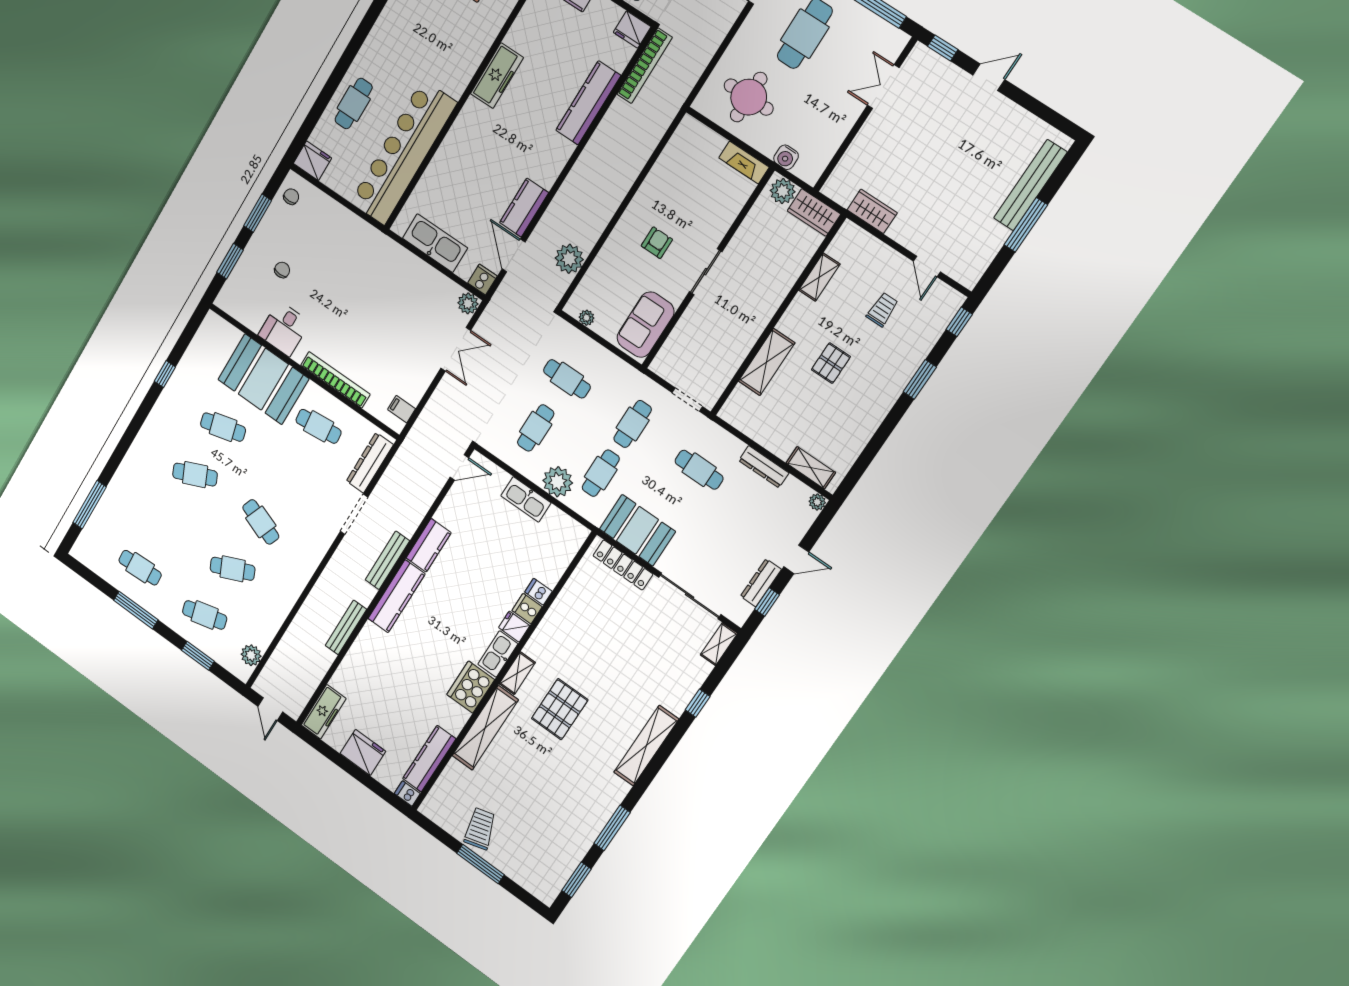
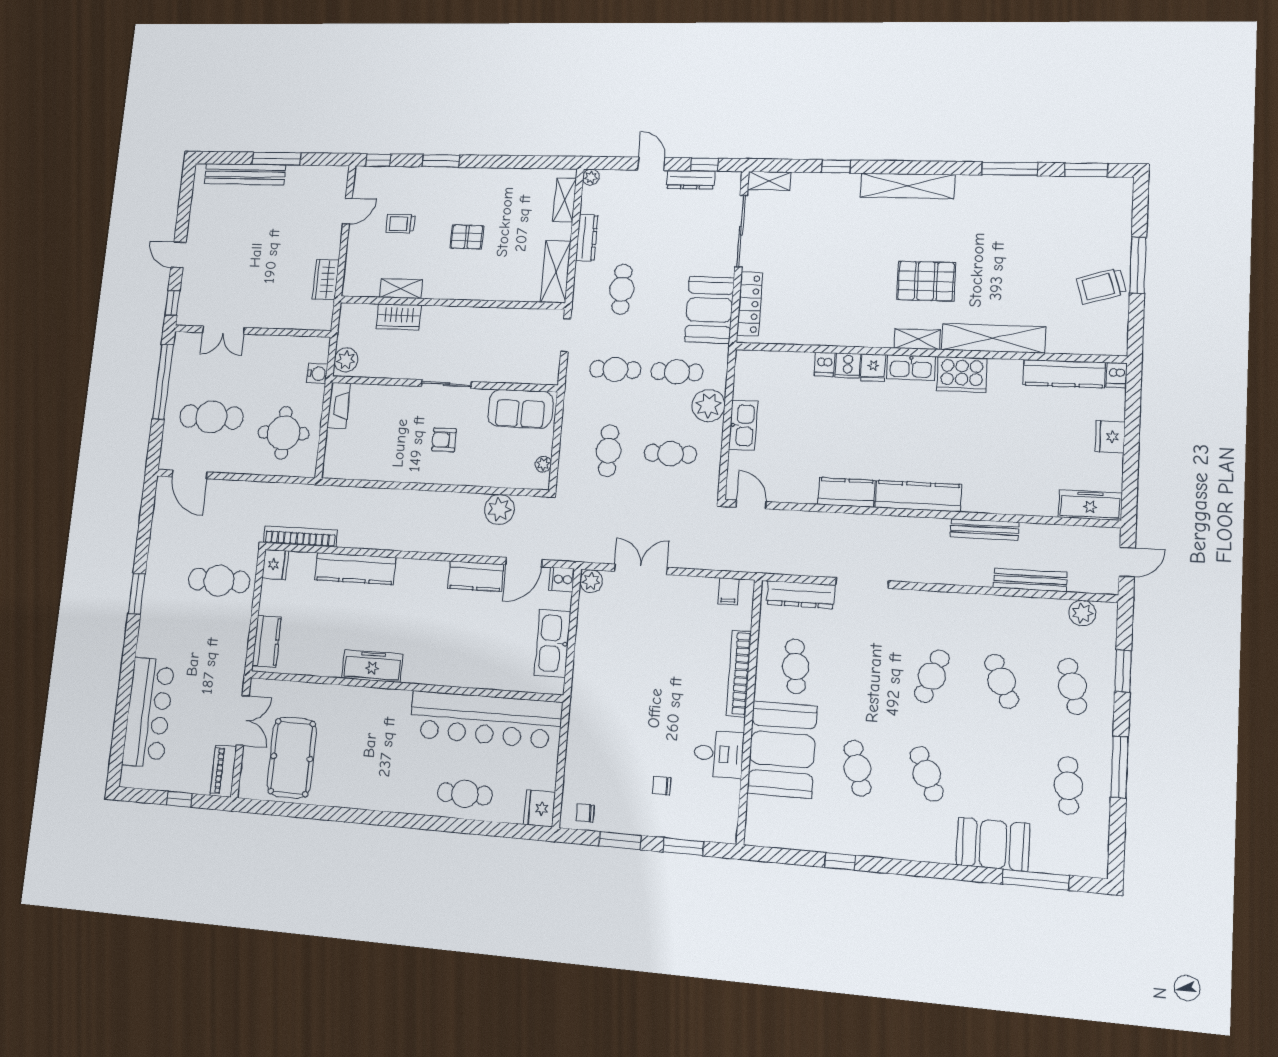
wardrobe: (814, 212) -> (399, 317), moved, turned 90
shelving: (767, 362) -> (556, 272), moved, turned 90
booth: (126, 490) -> (993, 844), added
bench: (387, 560) -> (1030, 580), moved
fridge: (363, 752) -> (1110, 437), width x0.73, depth x0.75

